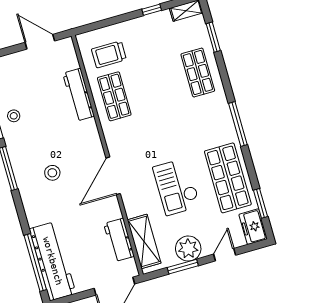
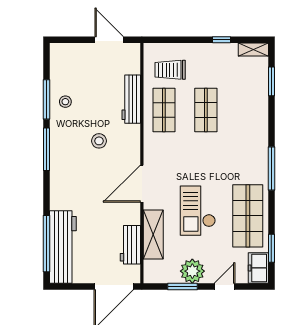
shop shelf: (198, 72) -> (206, 110), moved
stool: (52, 173) -> (99, 141), moved
shelving: (144, 241) -> (153, 235), moved

